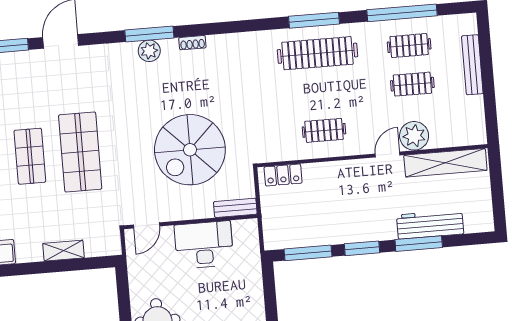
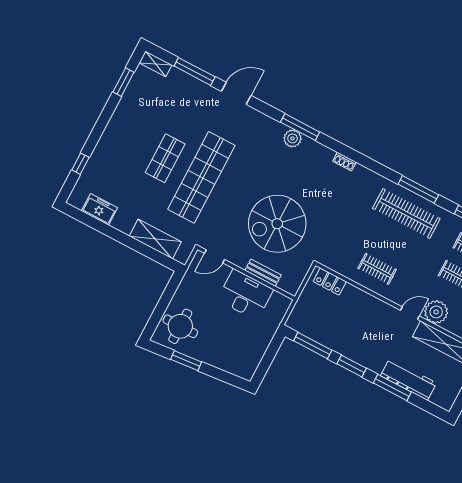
shoe rack: (192, 43) -> (344, 162), moved
shop shelf: (80, 152) -> (201, 177), width x1.40
bench: (235, 208) -> (263, 273), moved
shelving: (64, 251) -> (155, 239), width x1.50, depth x1.33

